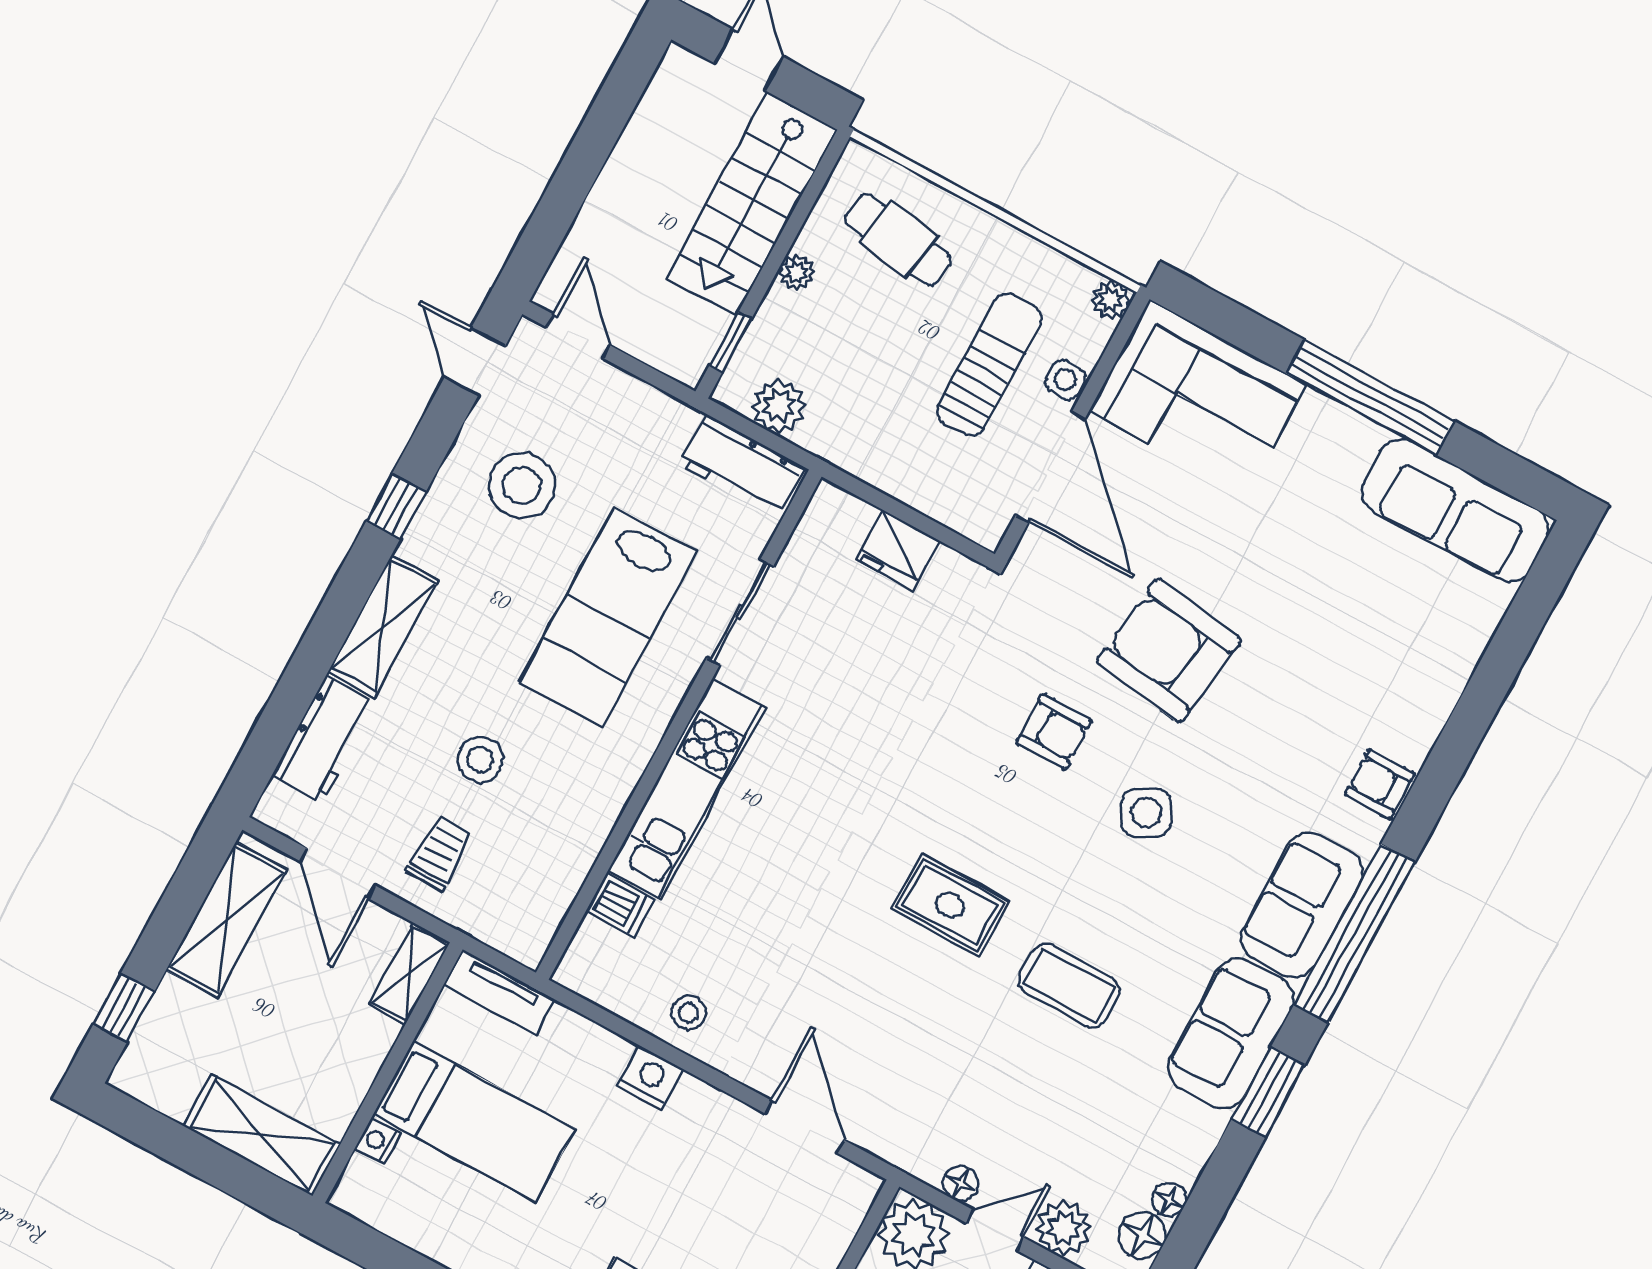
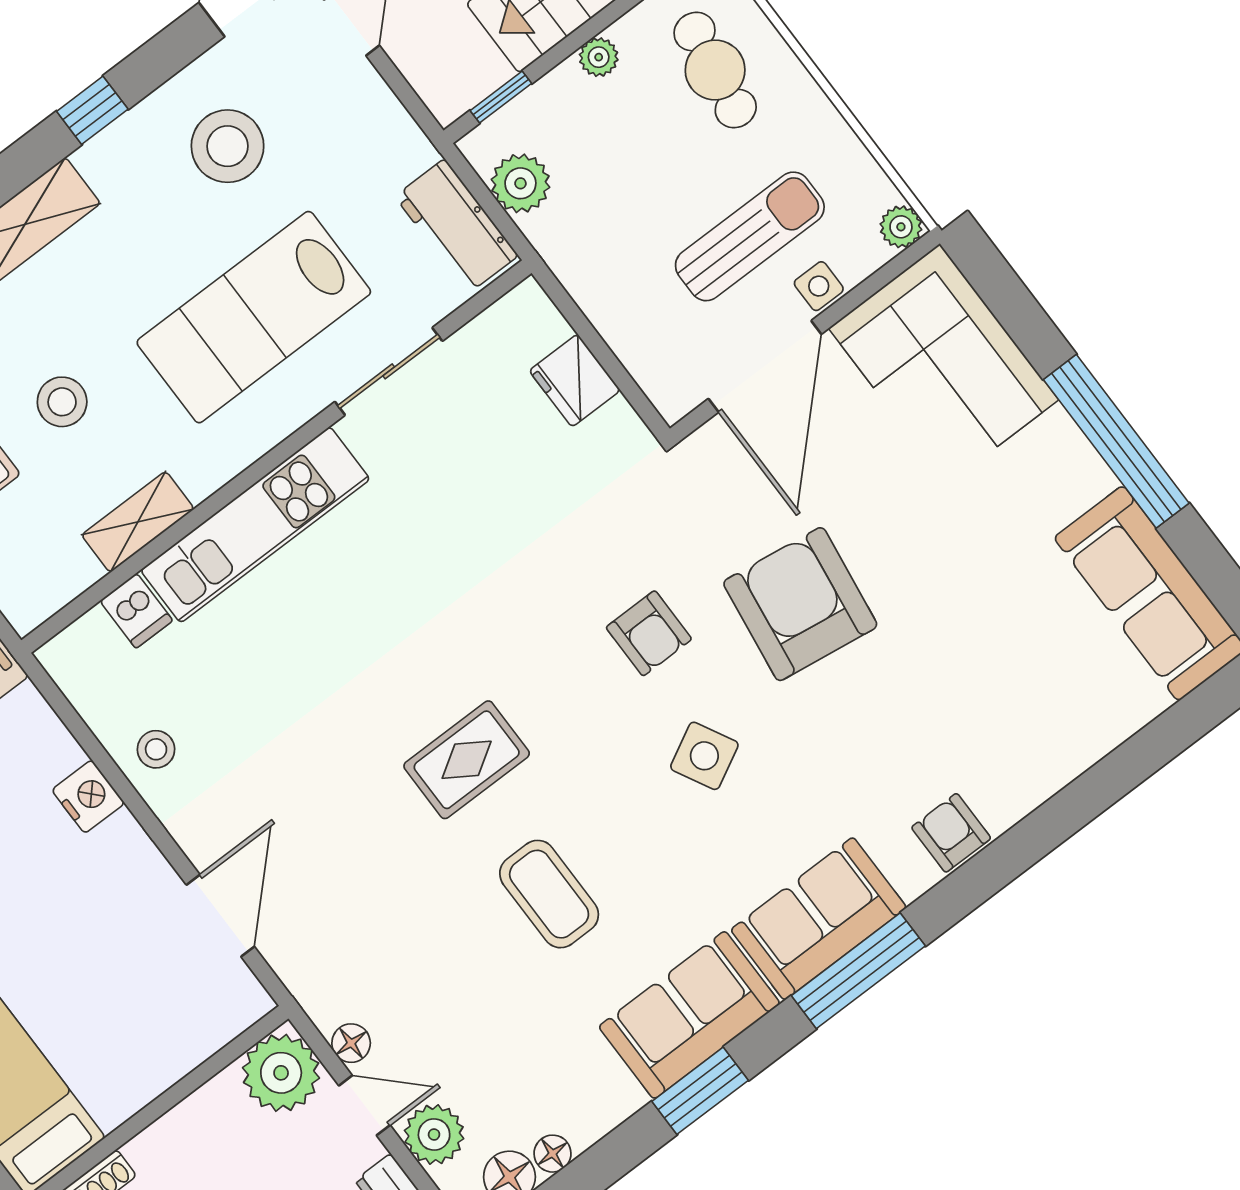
shelving: (588, 831) -> (138, 522), added
rug: (950, 905) -> (467, 760), turned 90
window: (1354, 933) -> (858, 971), width x0.68

